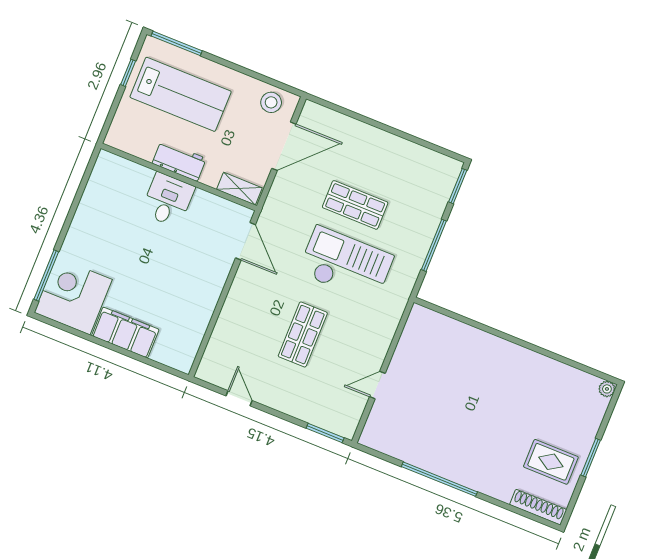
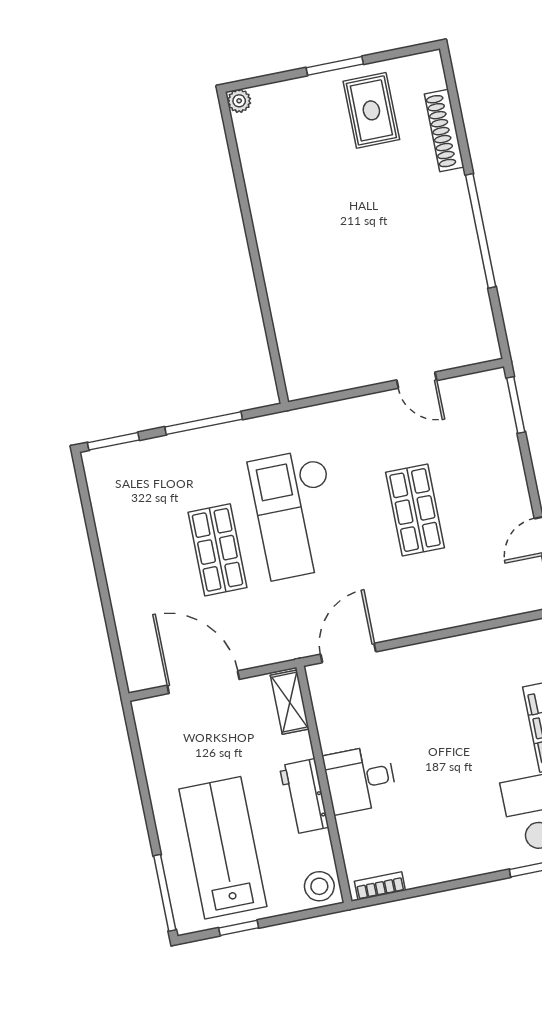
stool: (271, 102) -> (319, 886), moved
bookcase: (99, 171) -> (380, 886), added
shop shelf: (303, 335) -> (415, 510), turned 90
shoe rack: (538, 507) -> (444, 130), moved

